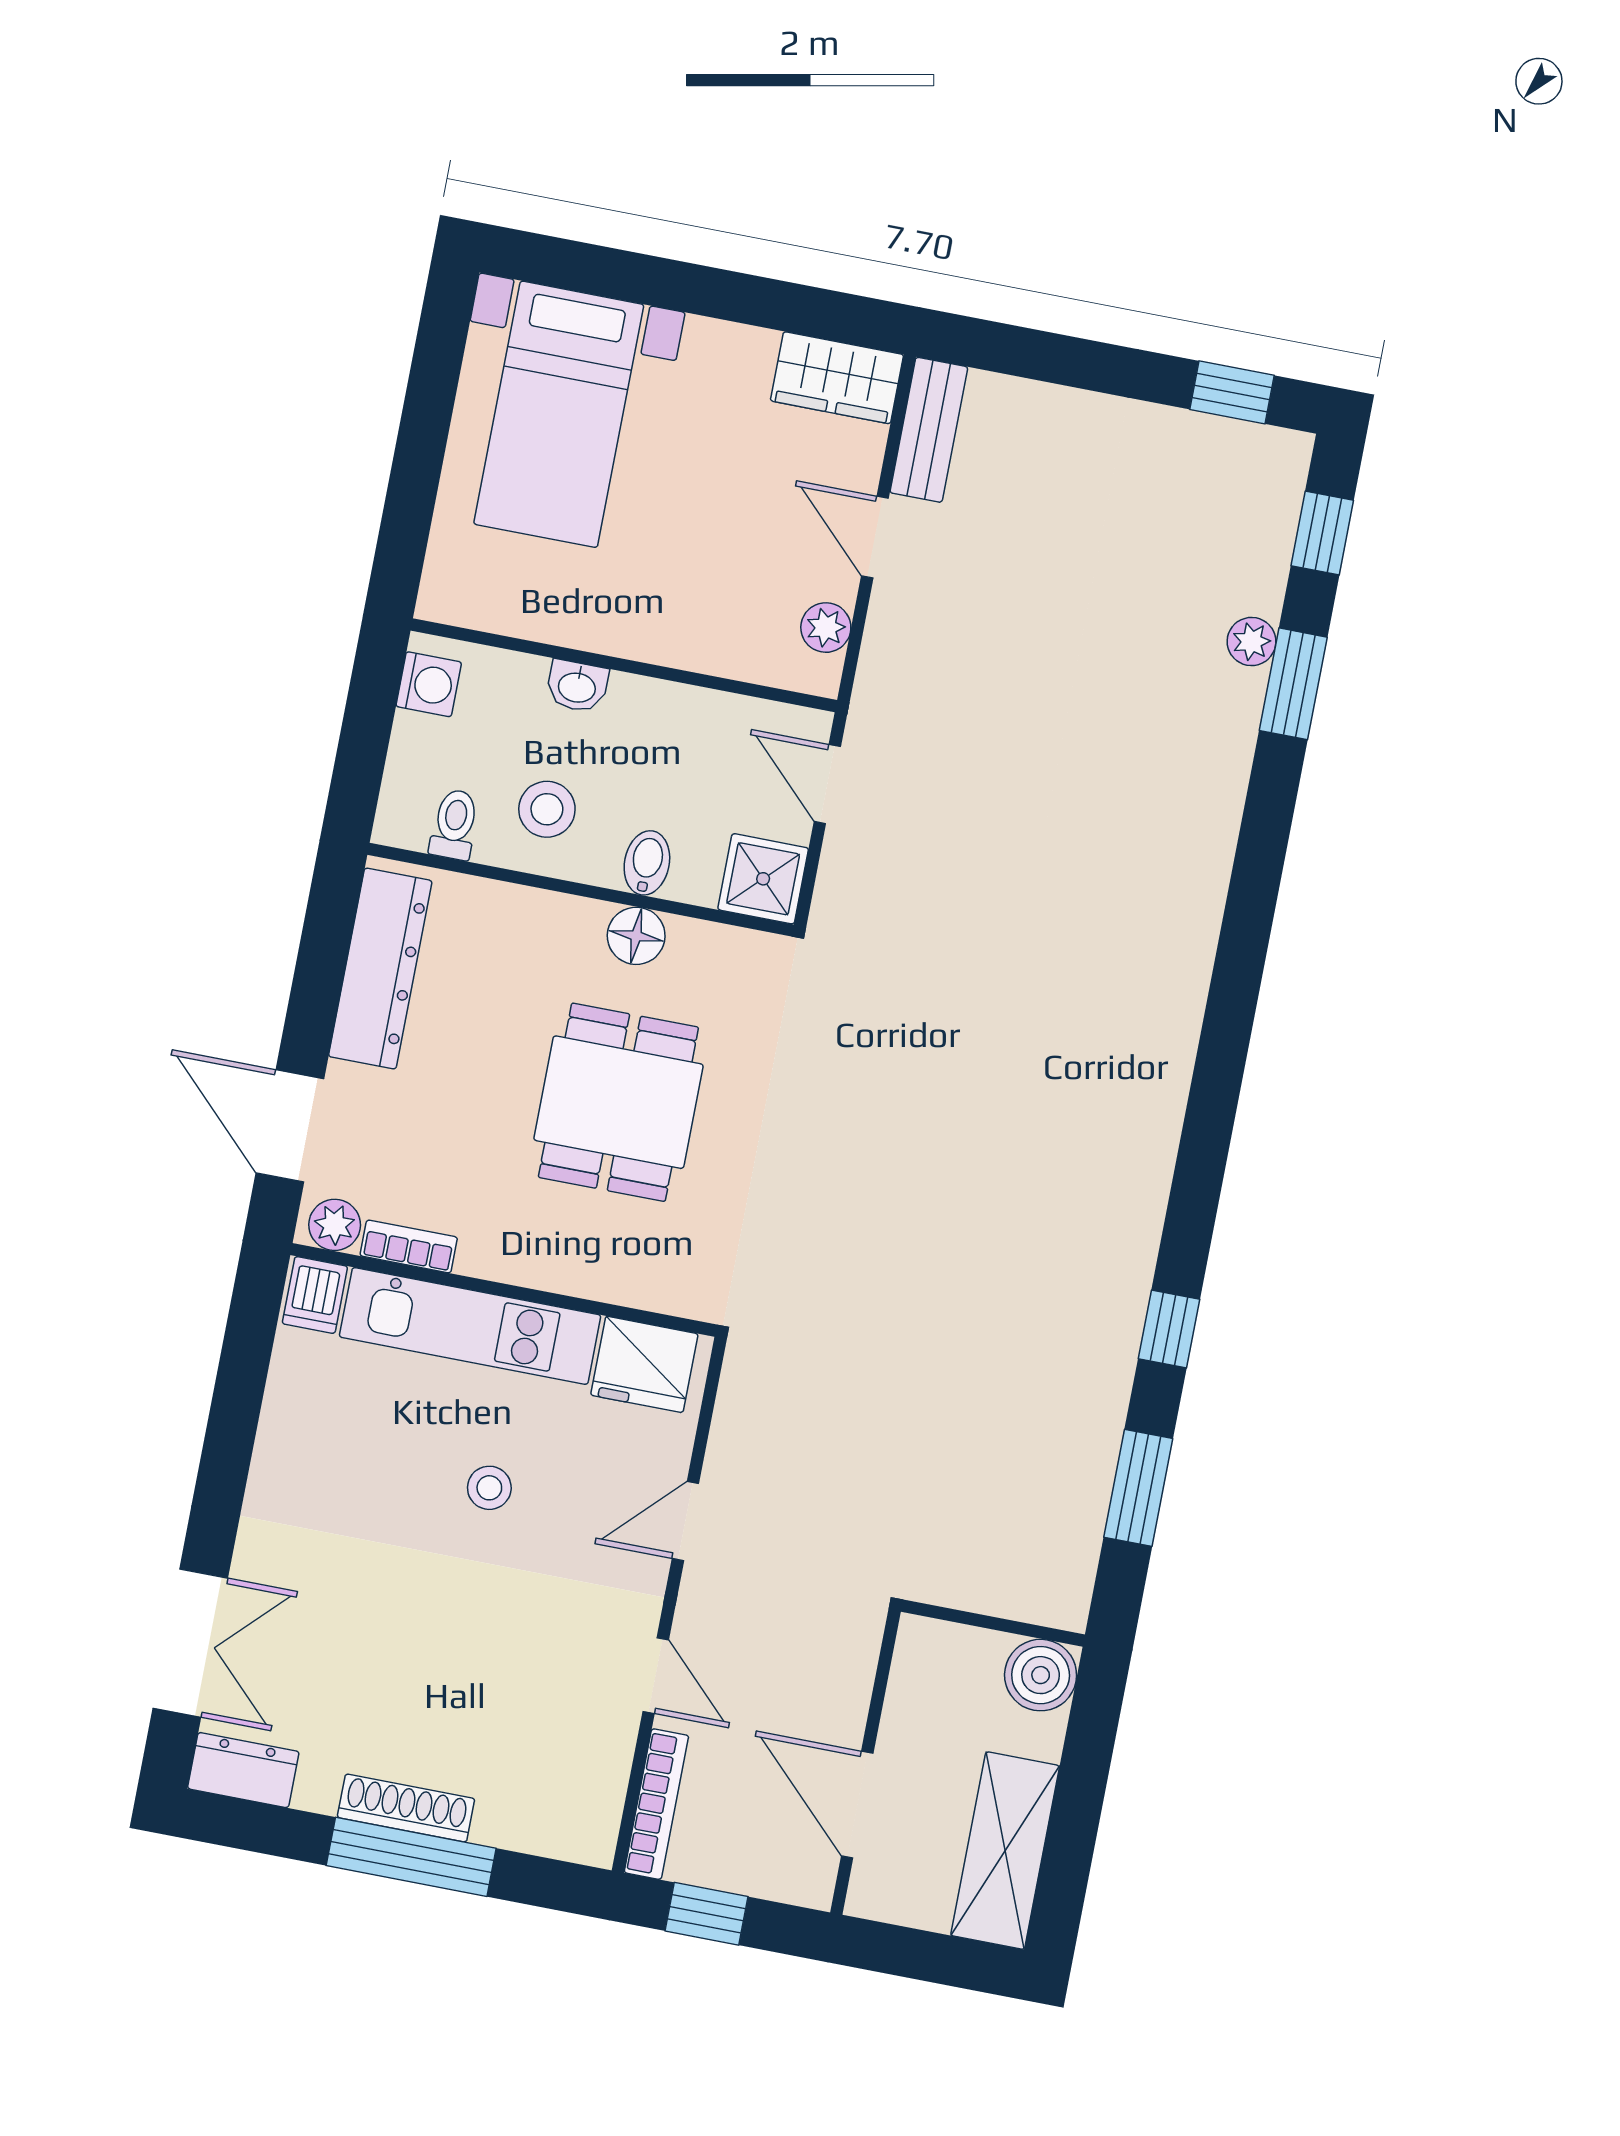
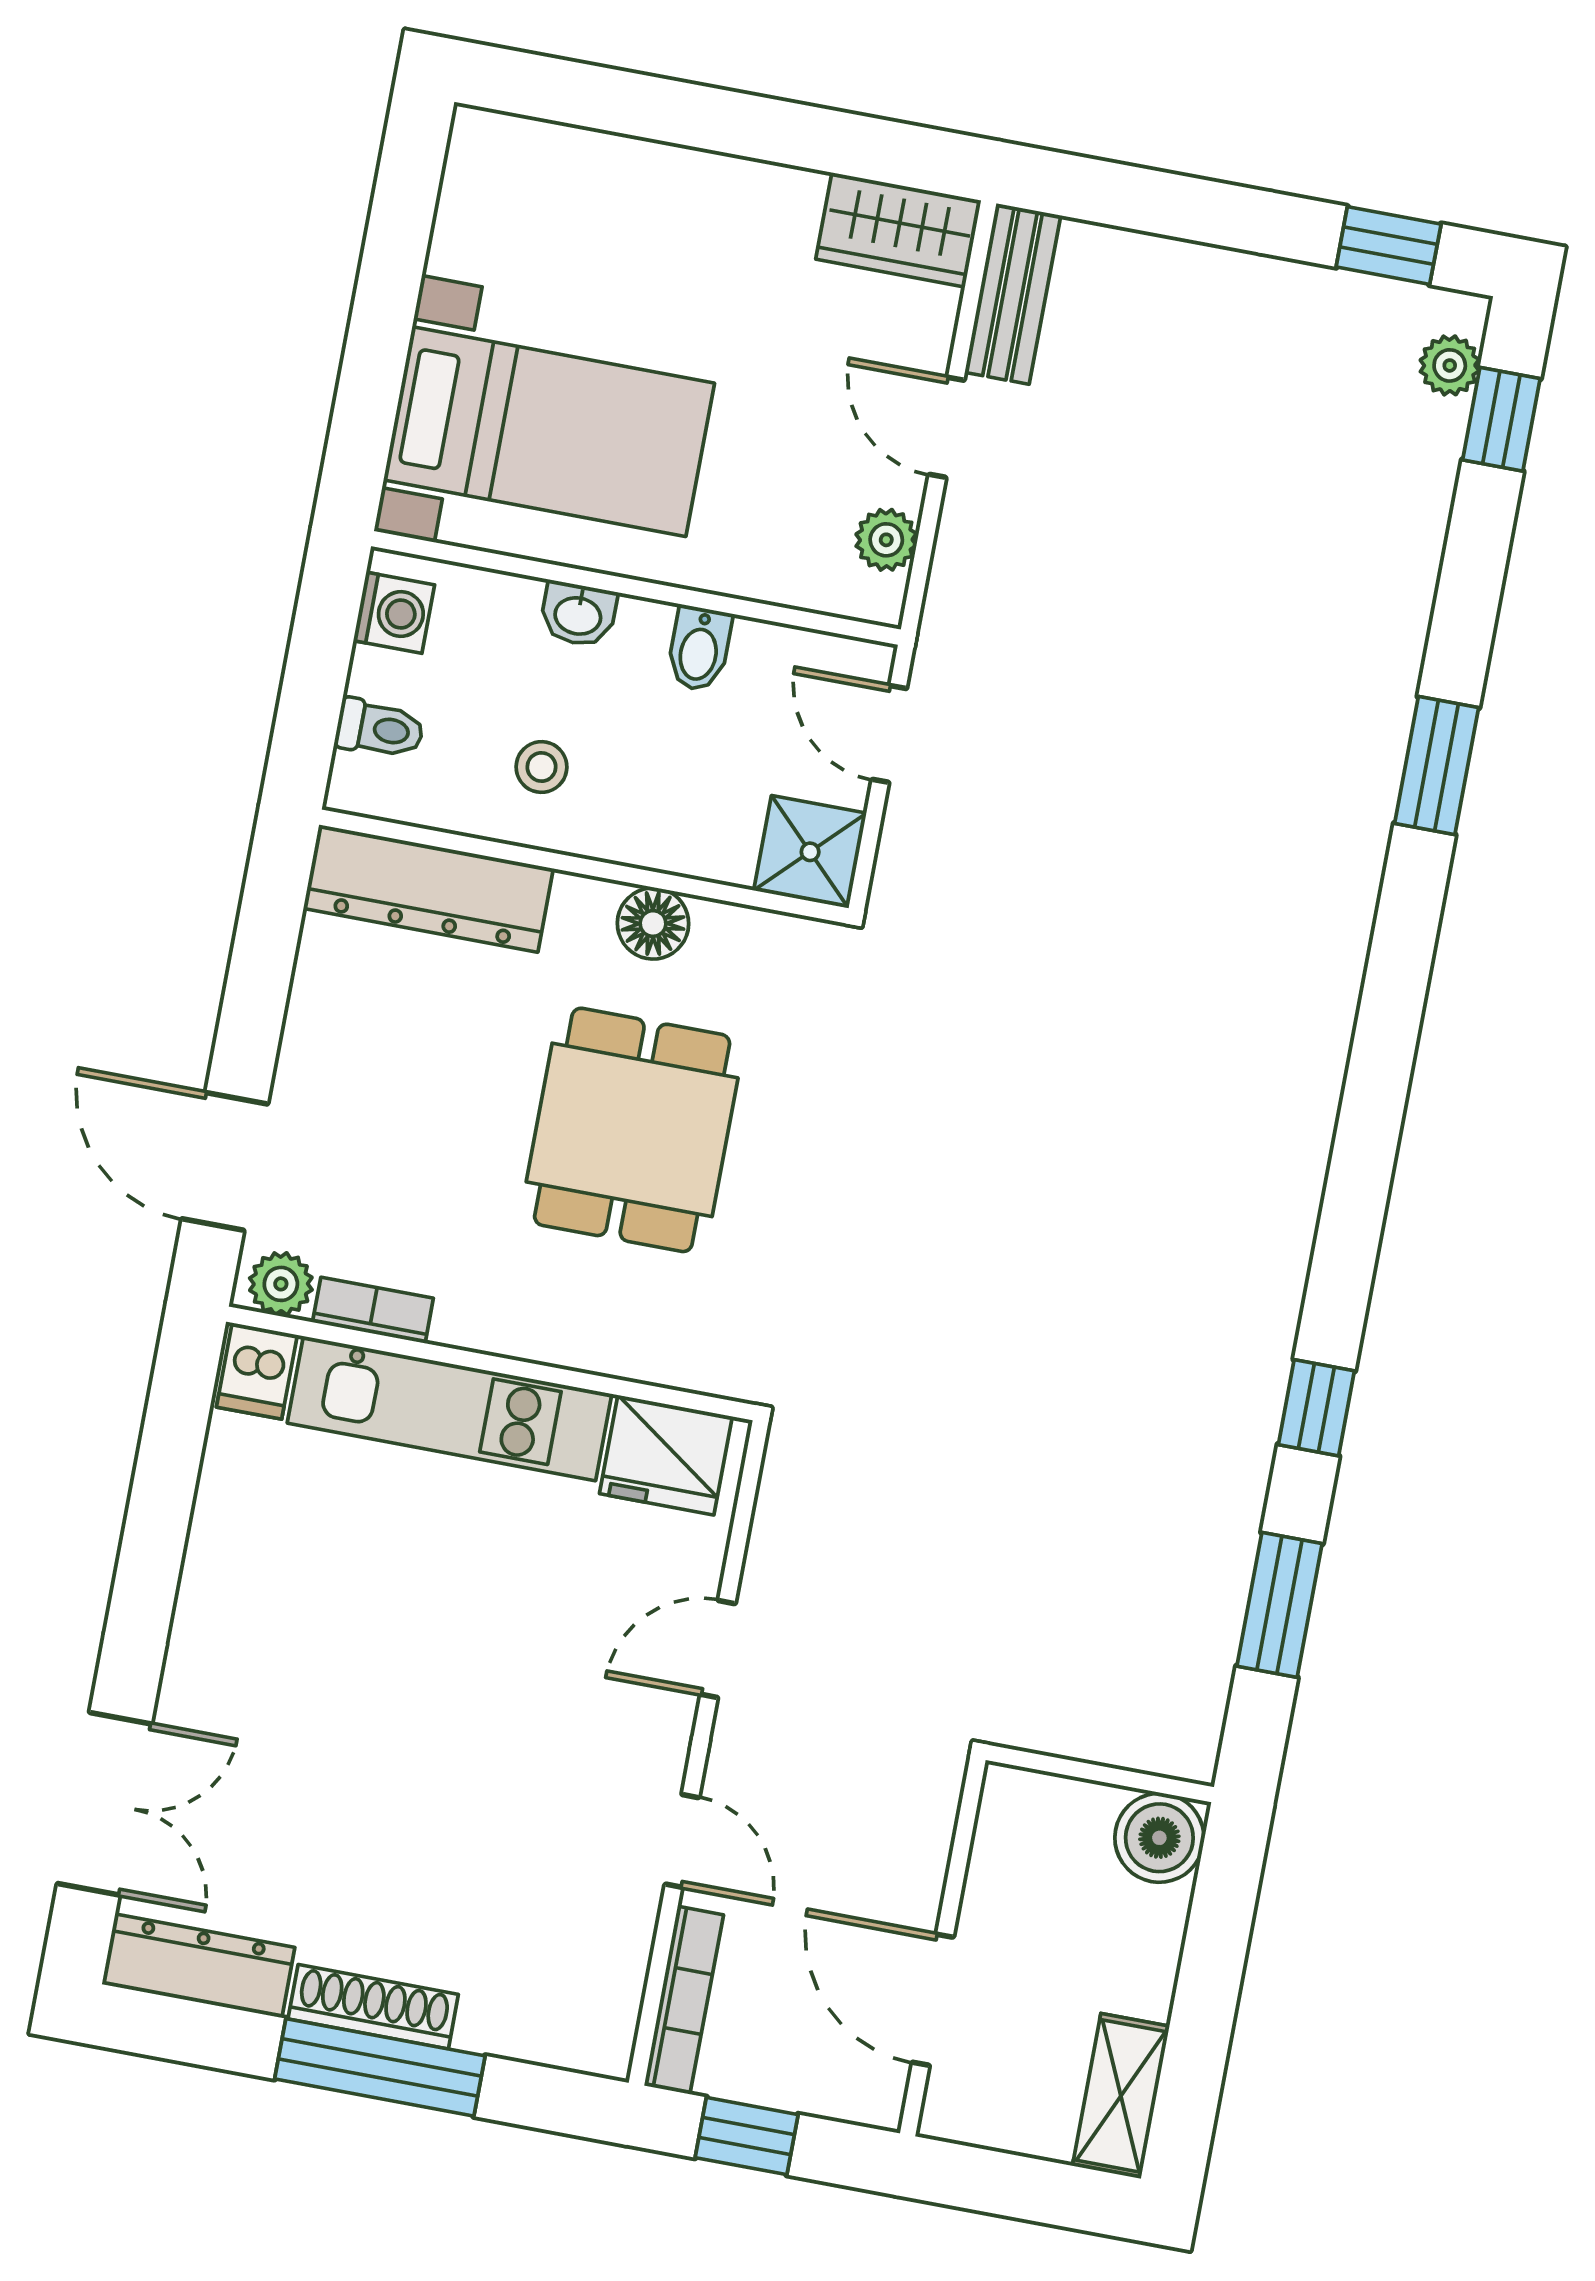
bed with nightstands: (559, 414) -> (549, 432), moved, turned -90
plant: (1251, 642) -> (1450, 365), moved
window: (1293, 684) -> (1437, 766), moved
stool: (547, 809) -> (541, 767), width x0.73, depth x0.73
toilet: (454, 824) -> (380, 729), moved, turned 90
bidet: (647, 863) -> (699, 649), moved, turned 180
dresser: (380, 969) -> (428, 888), moved, turned 90
stool: (489, 1488) -> (474, 1609), removed
dresser: (243, 1770) -> (198, 1966), width x1.44
shelving: (1005, 1851) -> (1121, 2096), width x0.67, depth x0.75

